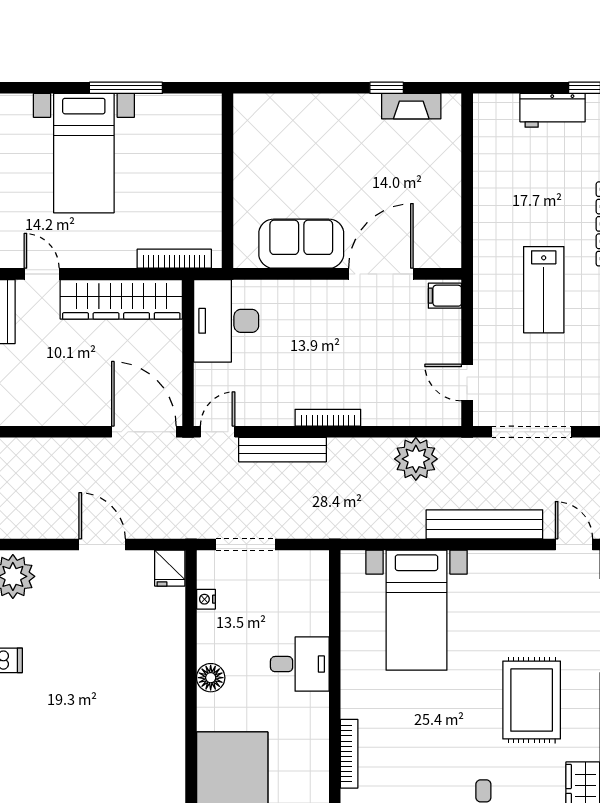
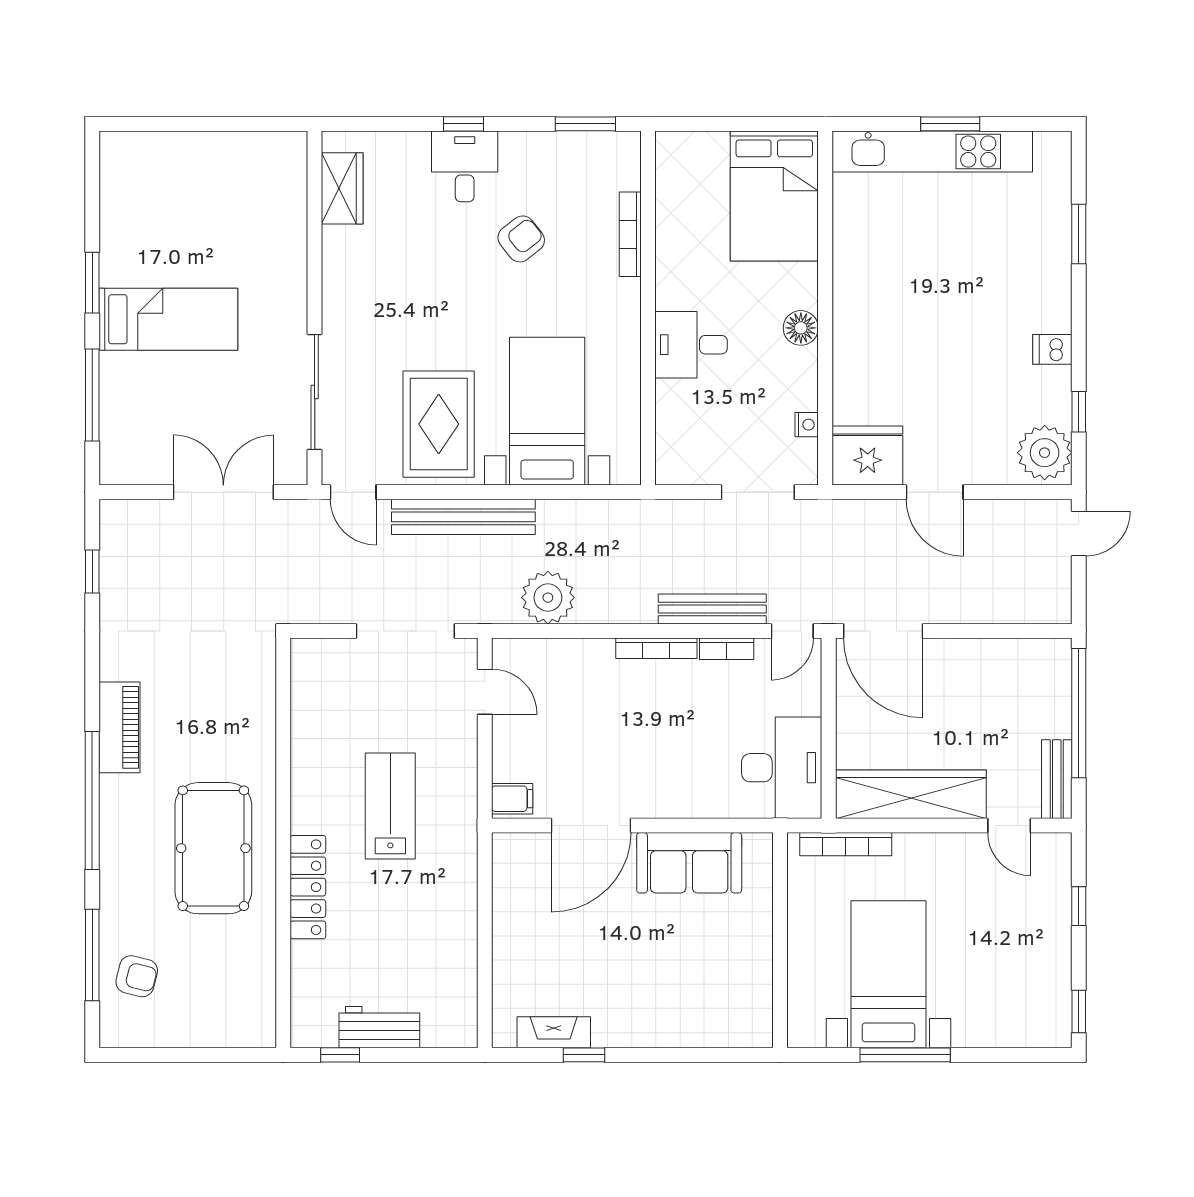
bed with nightstands: (84, 153) -> (888, 974), moved
bookcase: (271, 417) -> (727, 649), added
fridge: (170, 568) -> (868, 455), width x1.88, depth x1.34
rug: (532, 700) -> (439, 424), moved
armchair: (438, 750) -> (521, 239), added

